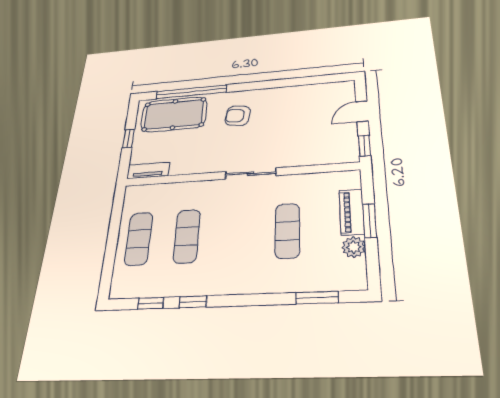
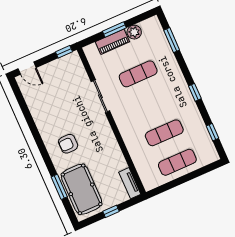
window: (191, 92) -> (59, 187), width x0.47
door: (362, 111) -> (27, 68), moved
armchair: (238, 116) -> (68, 144), turned 83
sliding door: (251, 174) -> (100, 96), moved
window: (193, 302) -> (195, 92), moved

